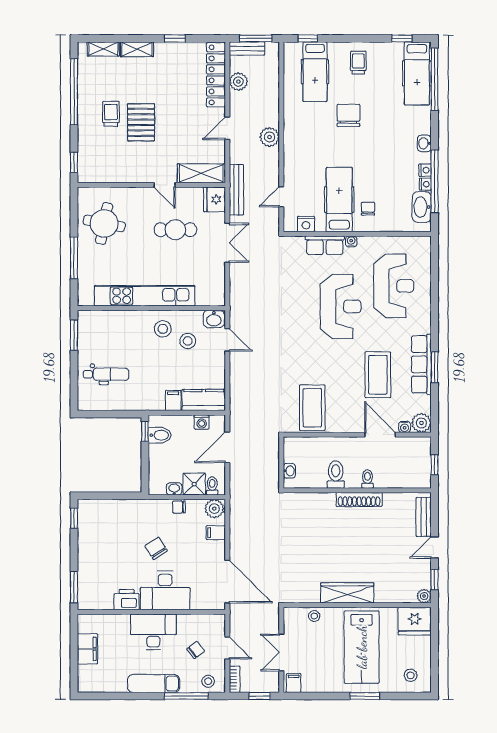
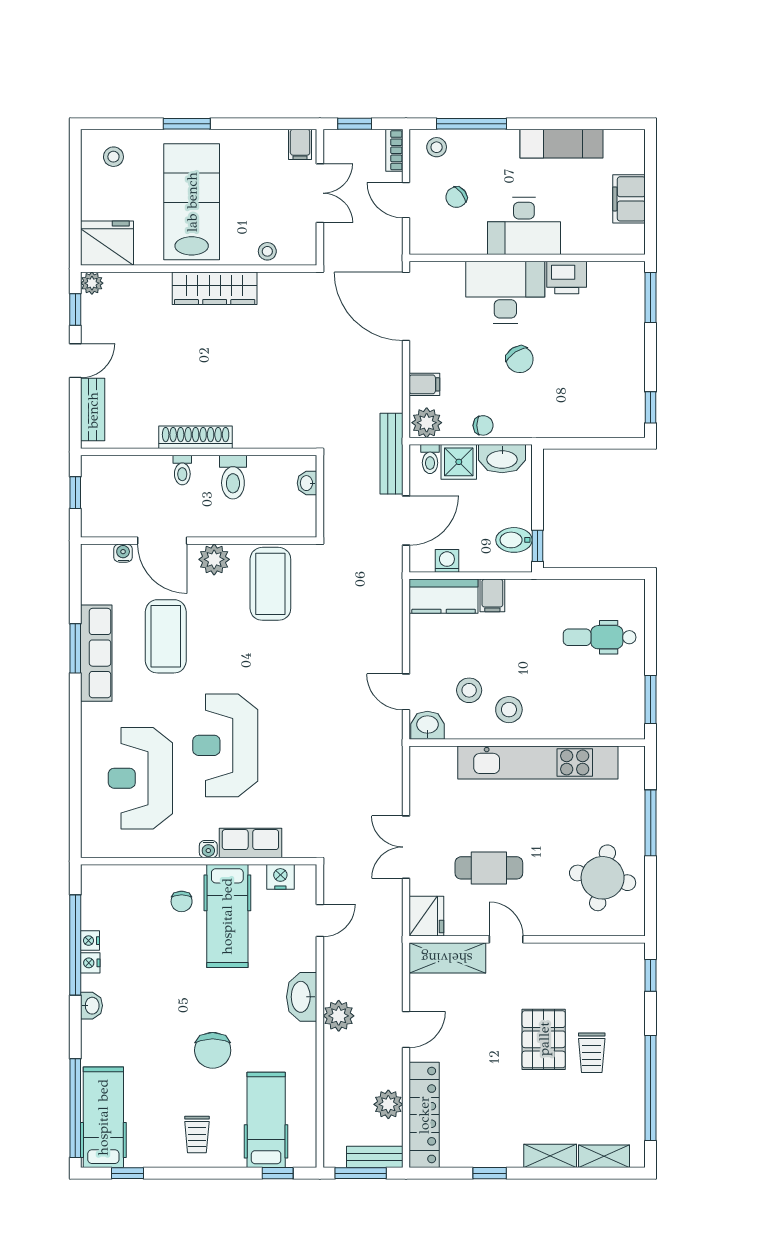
bench: (236, 190) -> (391, 454), moved
washbasin: (422, 207) -> (302, 997), moved, turned 180
plant: (421, 423) -> (214, 559), moved
washbasin: (174, 489) -> (502, 459), width x1.91, depth x1.45
exam couch: (154, 683) -> (561, 144), moved

